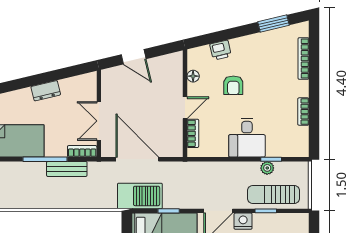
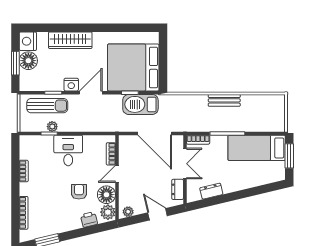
plant: (197, 59) -> (108, 212), added
plant: (171, 60) -> (128, 212), added
floor lamp: (193, 76) -> (106, 195), width x1.89, depth x1.89
dresser: (108, 88) -> (178, 189), added
dresser: (46, 91) -> (211, 191), moved
bench: (67, 169) -> (224, 100), moved
barbecue: (140, 196) -> (140, 104), moved

